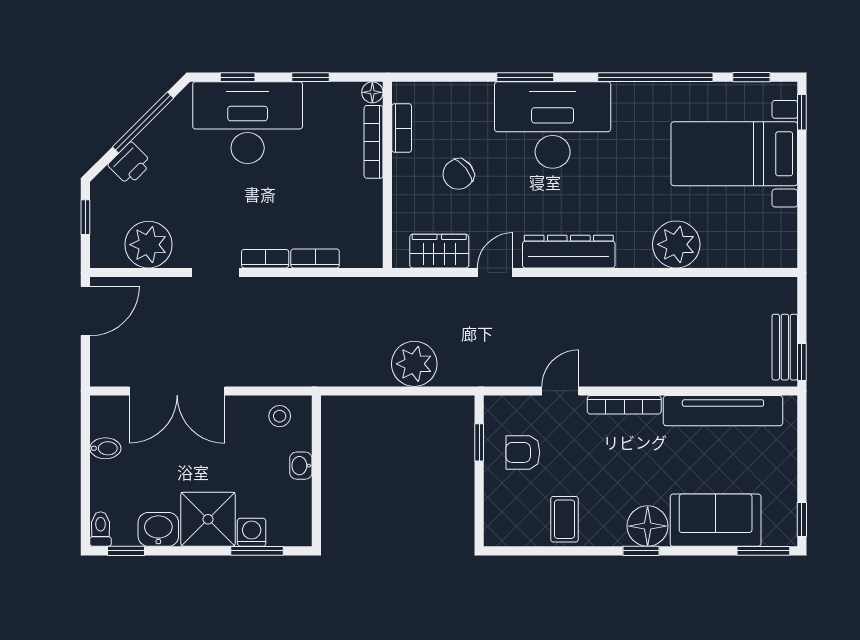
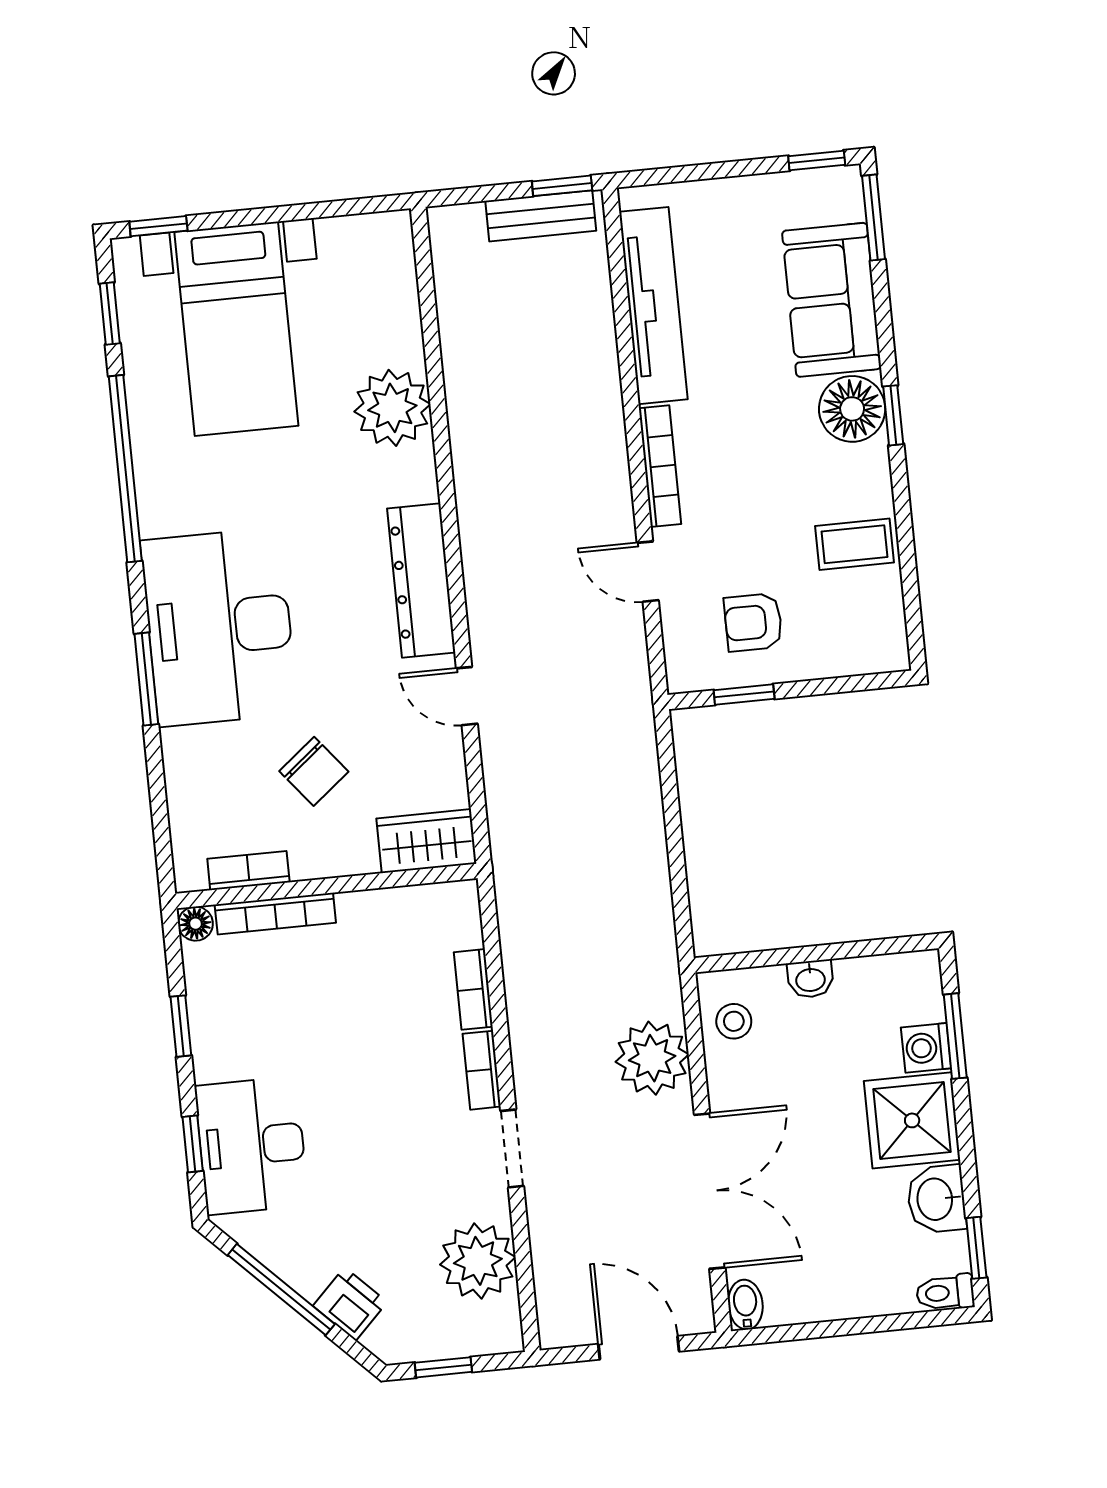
desk: (248, 123) -> (252, 1146), width x0.73, depth x0.77
wardrobe: (439, 251) -> (426, 841), moved, turned 90
door: (85, 311) -> (639, 1348), moved
plant: (414, 364) -> (652, 1058), moved
bidet: (105, 448) -> (745, 1305), moved
armchair: (523, 452) -> (753, 622), turned 90

